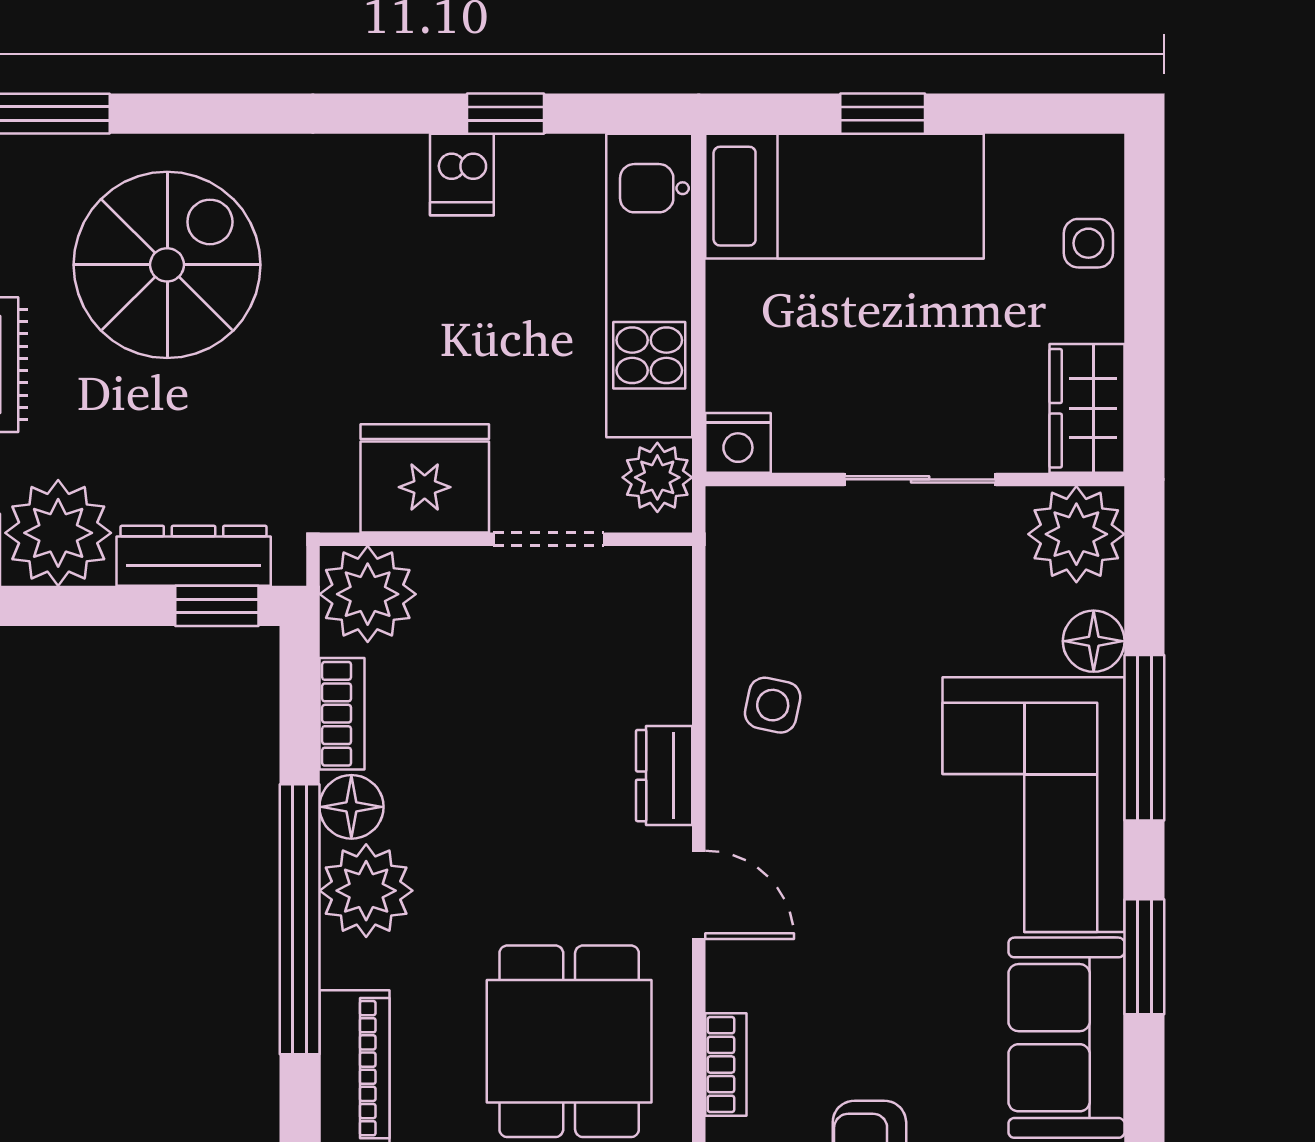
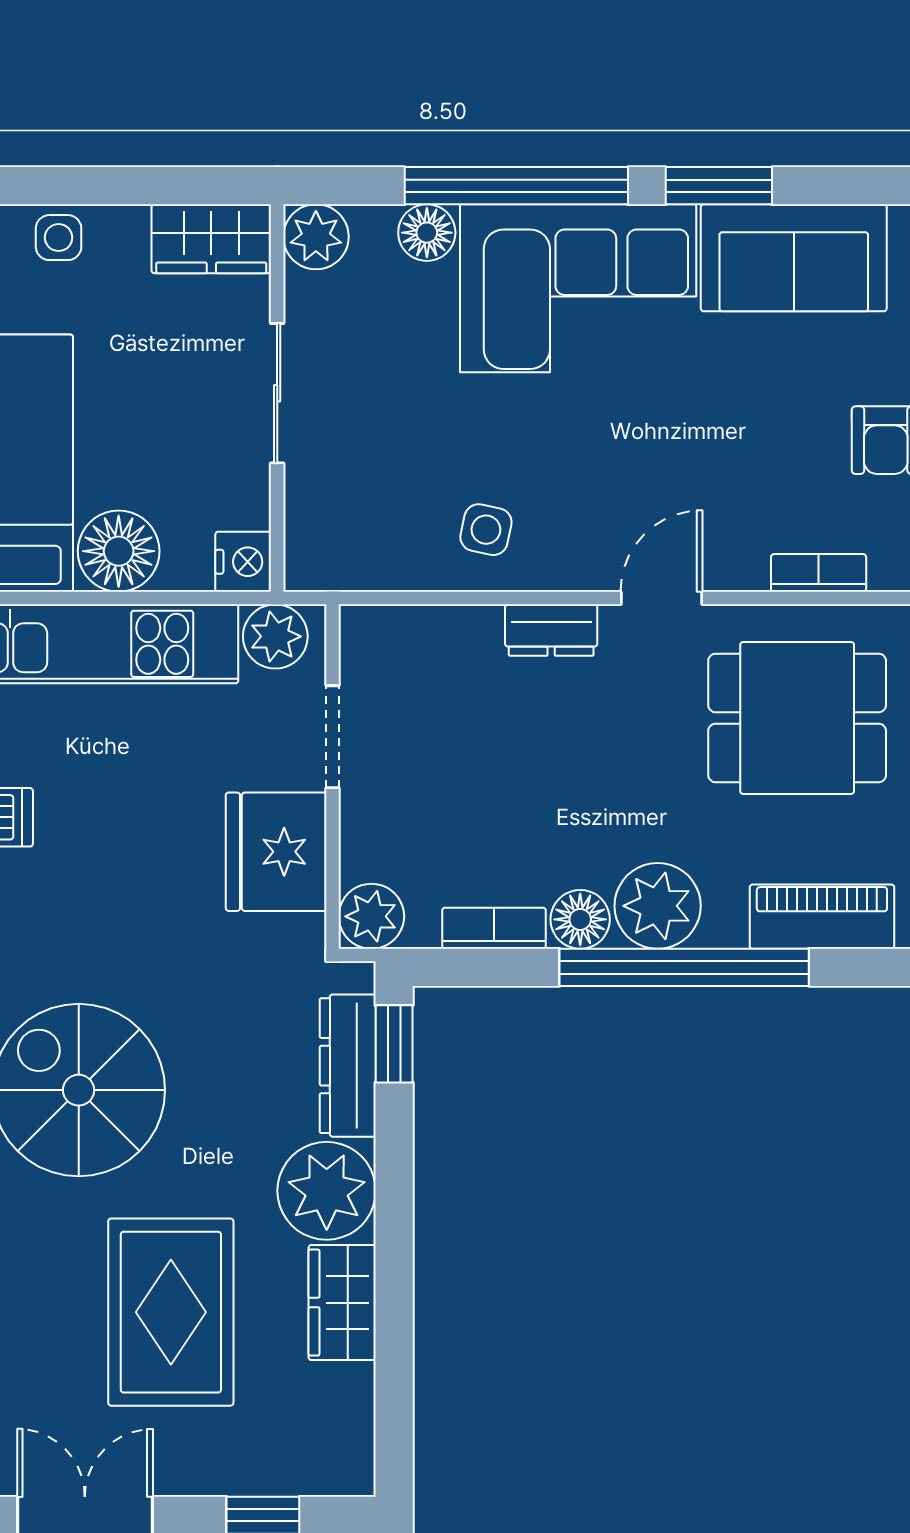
floor lamp: (749, 308) -> (119, 551), added
plant: (1076, 534) -> (316, 237), width x0.73, depth x0.73
plant: (368, 594) -> (371, 916), width x0.73, depth x0.73
window: (1144, 738) -> (516, 186), width x1.46

